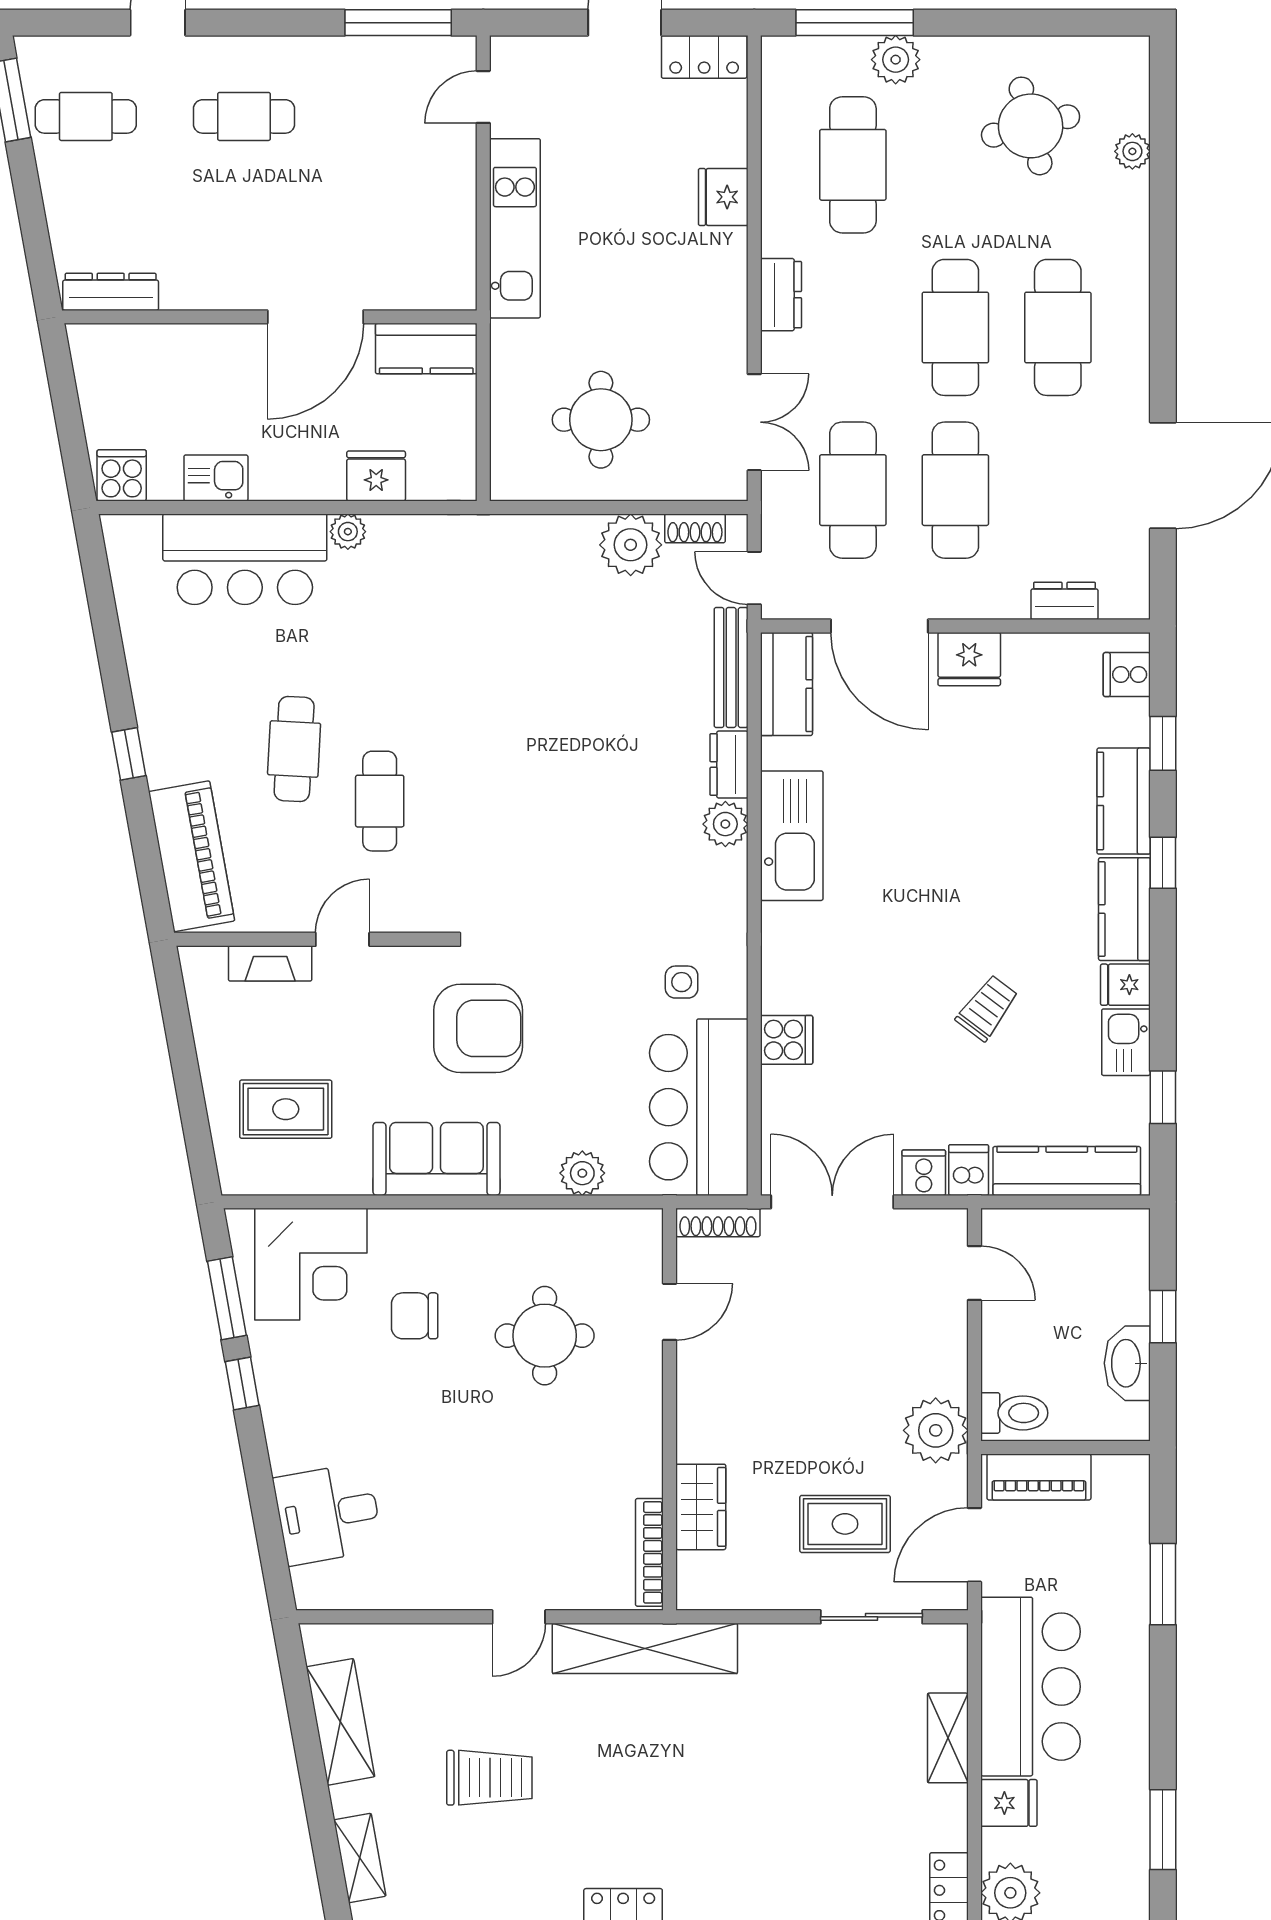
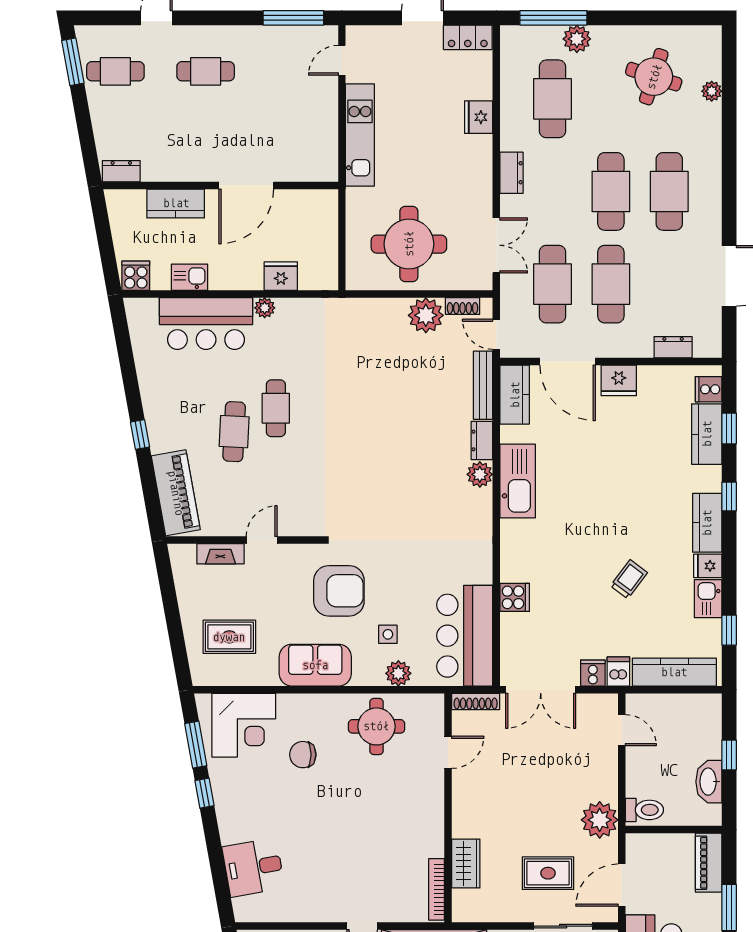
round table: (1031, 126) -> (654, 77), turned 32
dresser: (111, 292) -> (121, 171), width x0.70
kitchen counter: (426, 349) -> (176, 203), moved
round table: (601, 420) -> (409, 244), width x1.36, depth x1.36
cafe table: (380, 801) -> (276, 408), moved
kitchen counter: (1124, 801) -> (707, 434), moved
side table: (682, 982) -> (388, 634), moved
double door: (832, 1202) -> (541, 690), swing flipped
round table: (545, 1336) -> (376, 726), moved
piano: (1039, 1477) -> (709, 863), moved, turned 90

